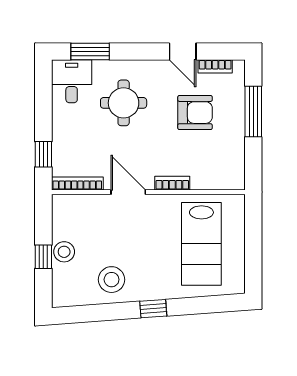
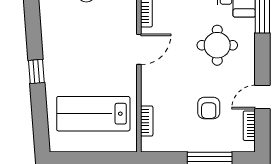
armchair: (195, 113) -> (209, 108), width x0.72, depth x0.72
bookcase: (172, 183) -> (147, 121), moved
stool: (112, 280) -> (62, 35), removed

